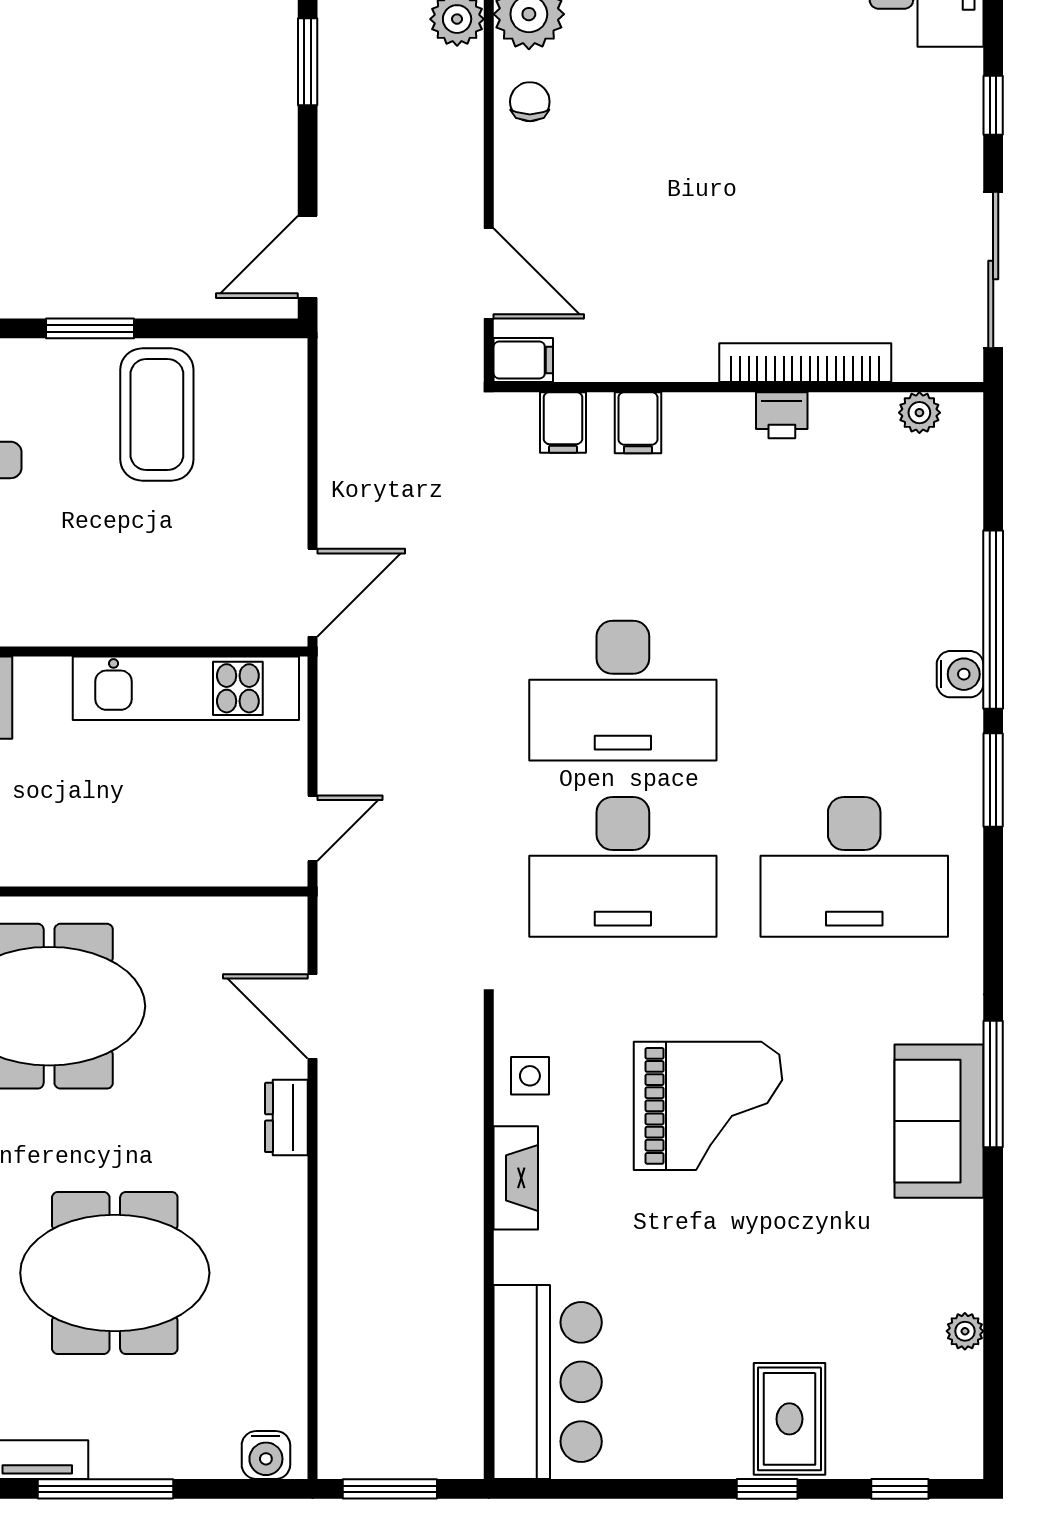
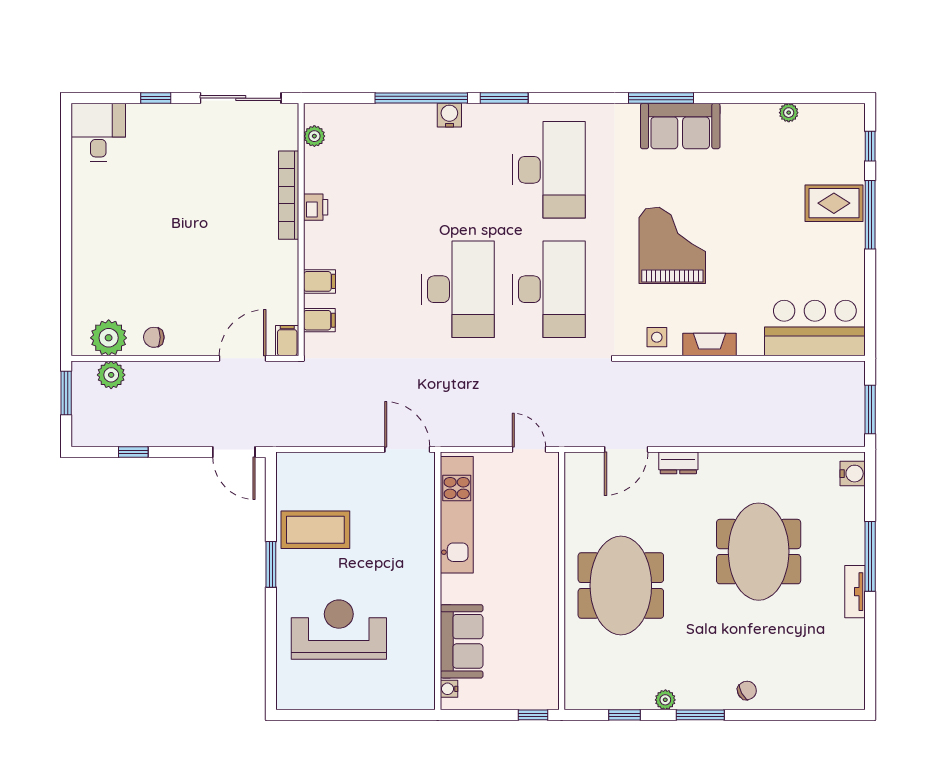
window: (308, 62) -> (133, 452), width x0.67
window: (767, 1489) -> (870, 215), width x2.17

